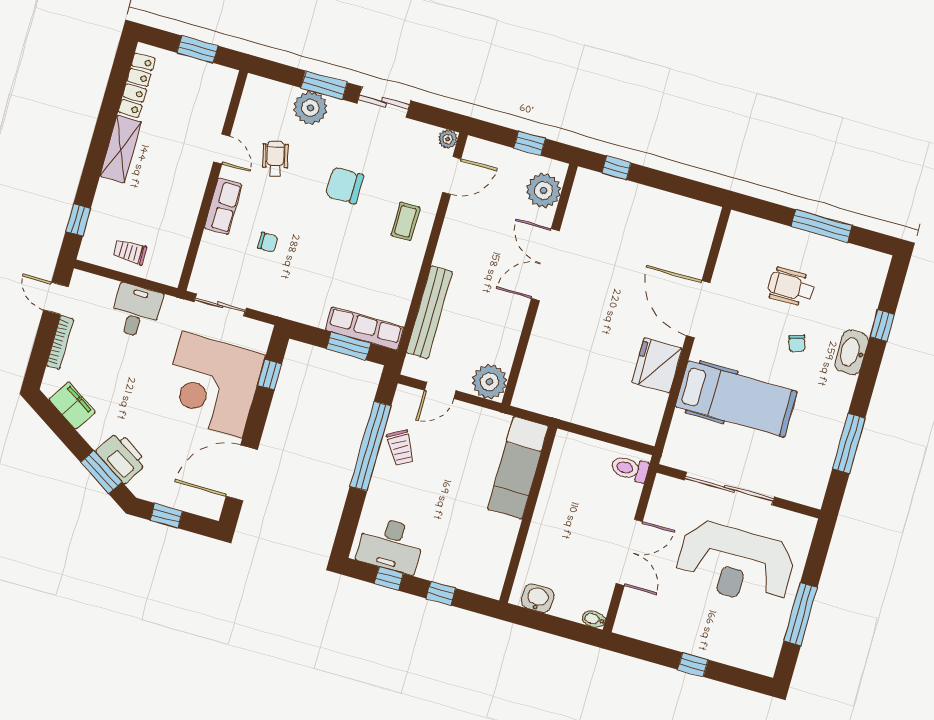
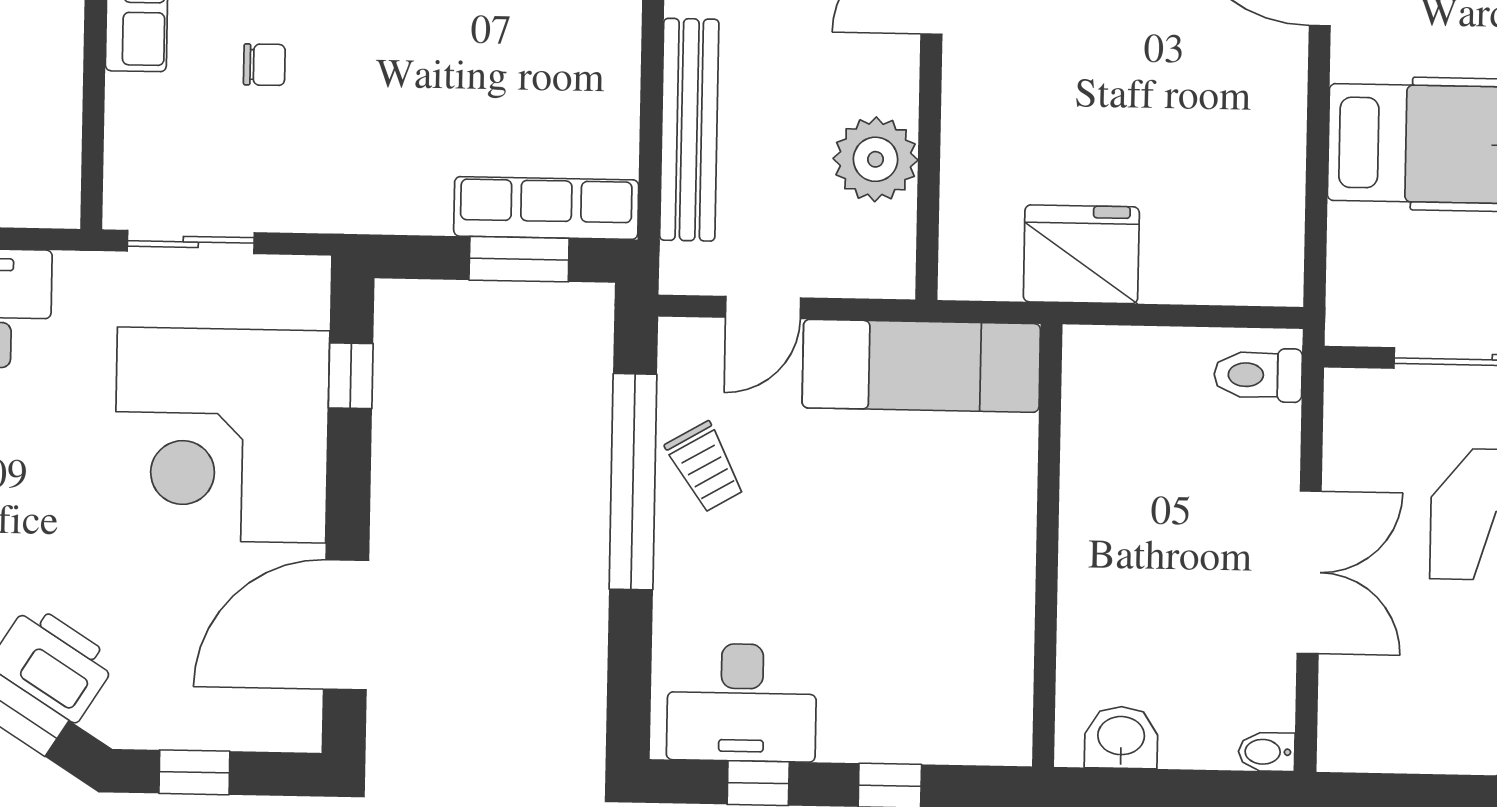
fridge: (657, 365) -> (1081, 254), moved, turned 90
plant: (489, 382) -> (876, 159), moved
exam couch: (518, 468) -> (921, 366), moved, turned -90

